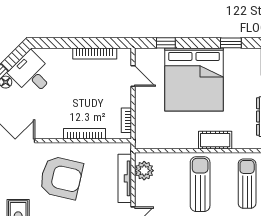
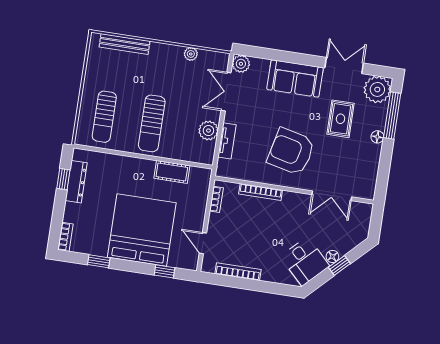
cot: (215, 140) -> (172, 172), moved
plant: (144, 171) -> (208, 131), moved
tv unit: (125, 178) -> (227, 141), width x0.71

